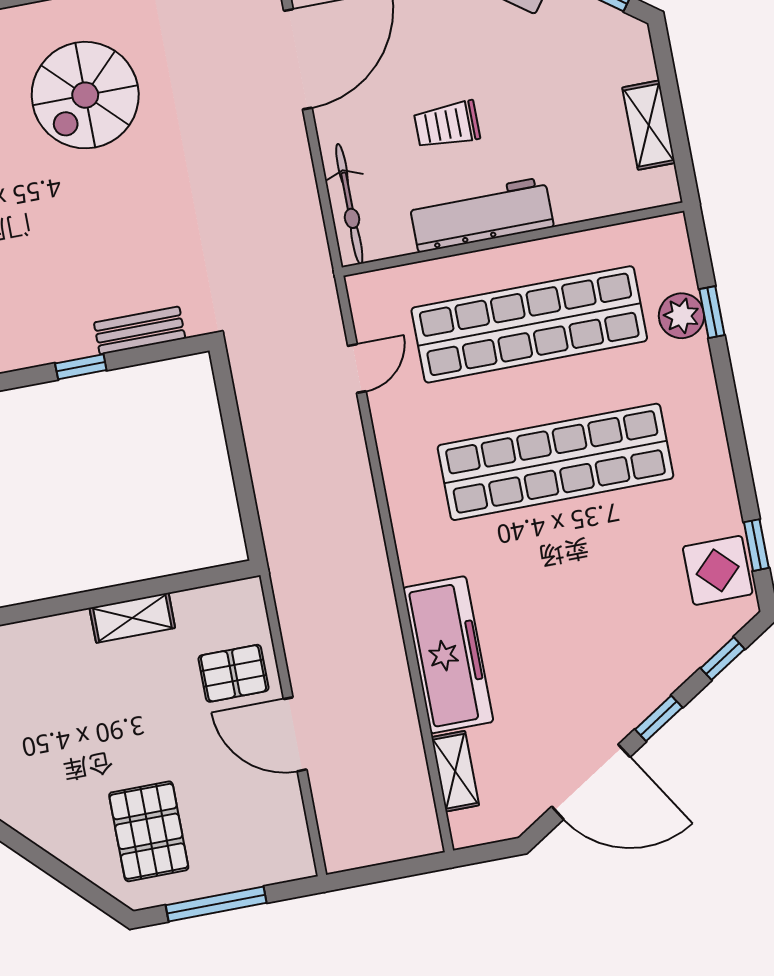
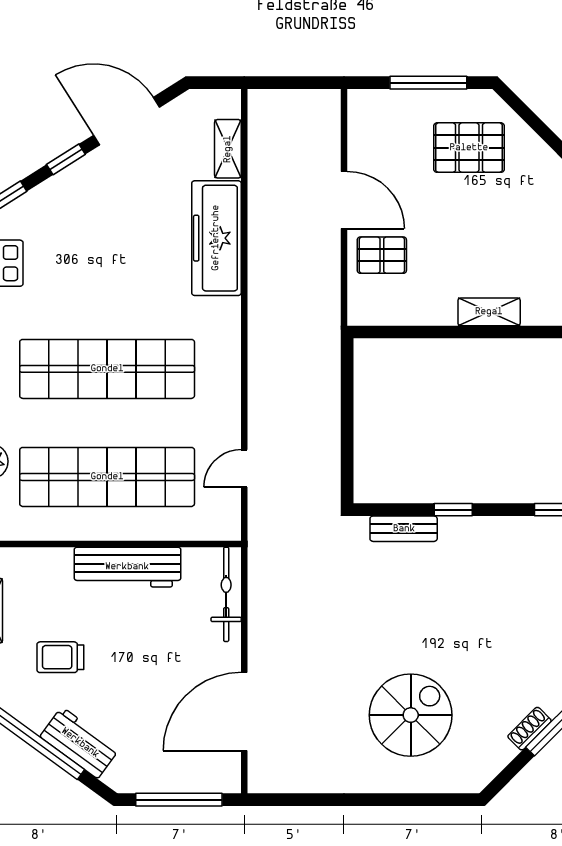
trolley: (447, 125) -> (60, 657), moved, turned 180
shelving: (132, 618) -> (489, 312), moved
pallet: (149, 831) -> (469, 148), turned 90

